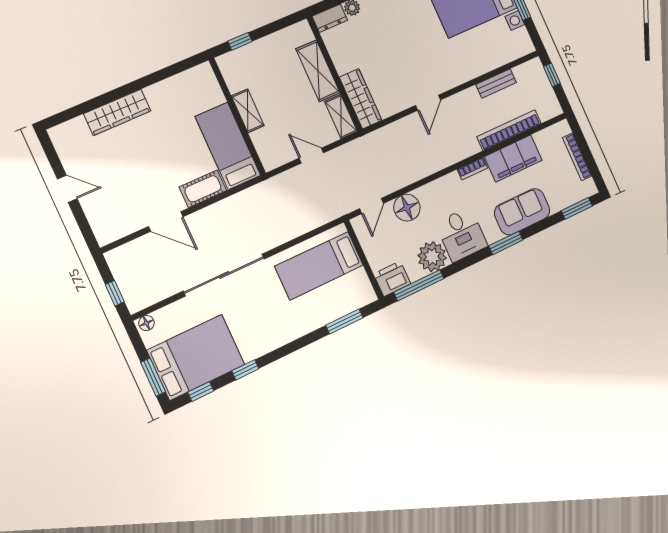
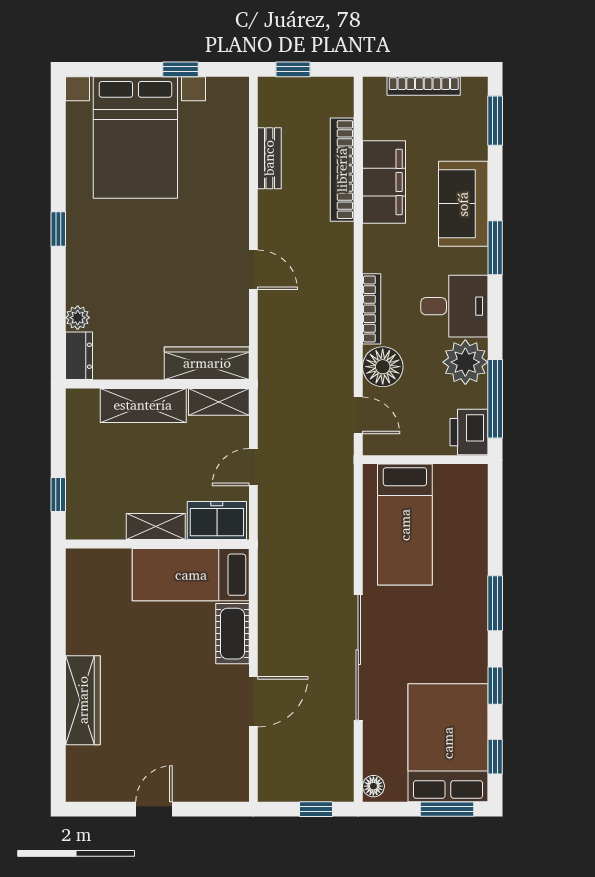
freezer: (269, 147) -> (217, 521), added
bookcase: (472, 169) -> (372, 309), moved, width x1.56
window: (344, 322) -> (495, 603), moved

